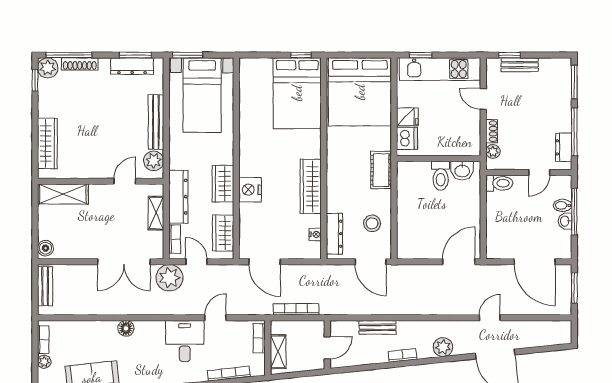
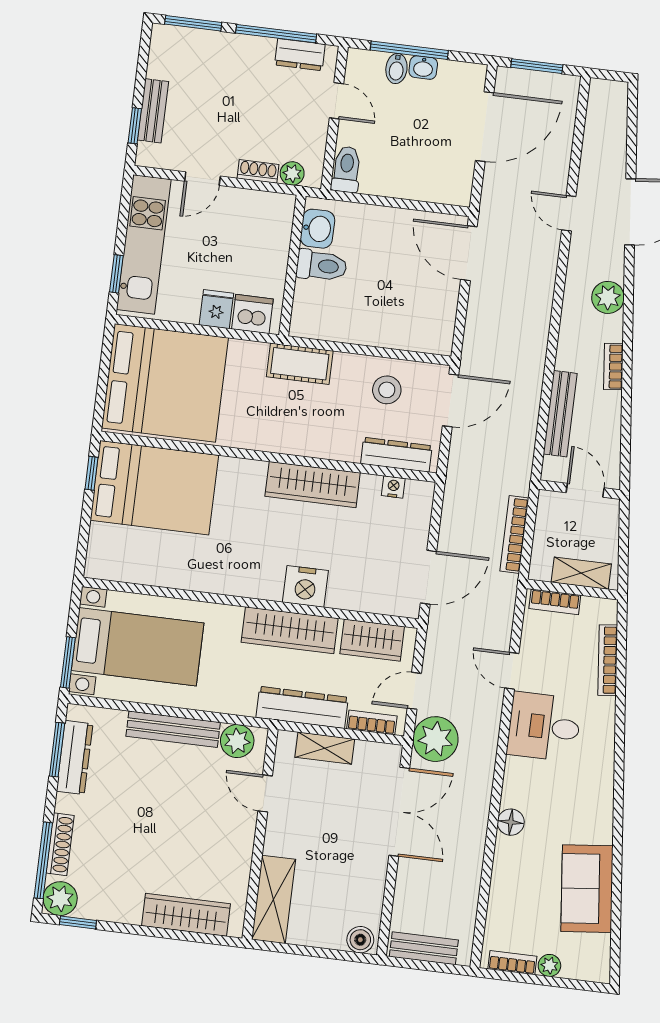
wardrobe: (223, 184) -> (290, 630), width x1.50
bench: (377, 327) -> (560, 414), width x1.36

